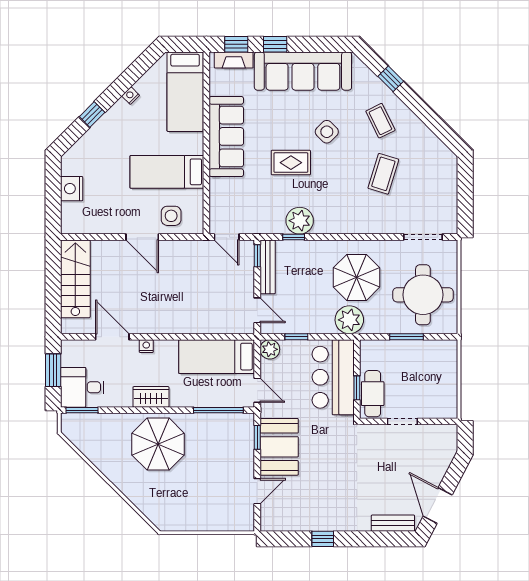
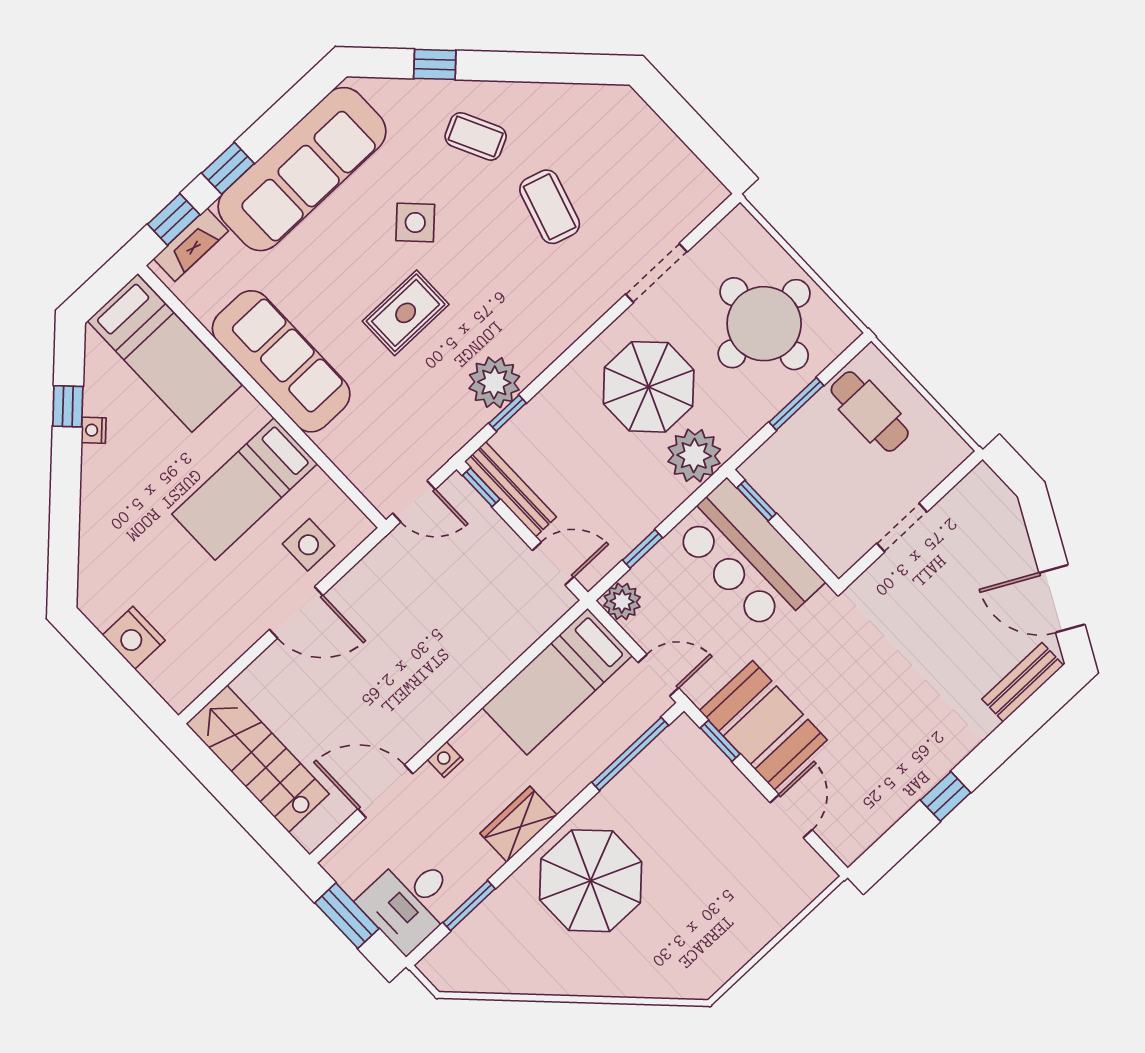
window: (92, 115) -> (68, 406), moved
doorway: (423, 237) -> (656, 273), moved
window: (357, 388) -> (757, 501), moved
cafe table: (373, 394) -> (870, 411), moved
window: (82, 410) -> (469, 906), moved

